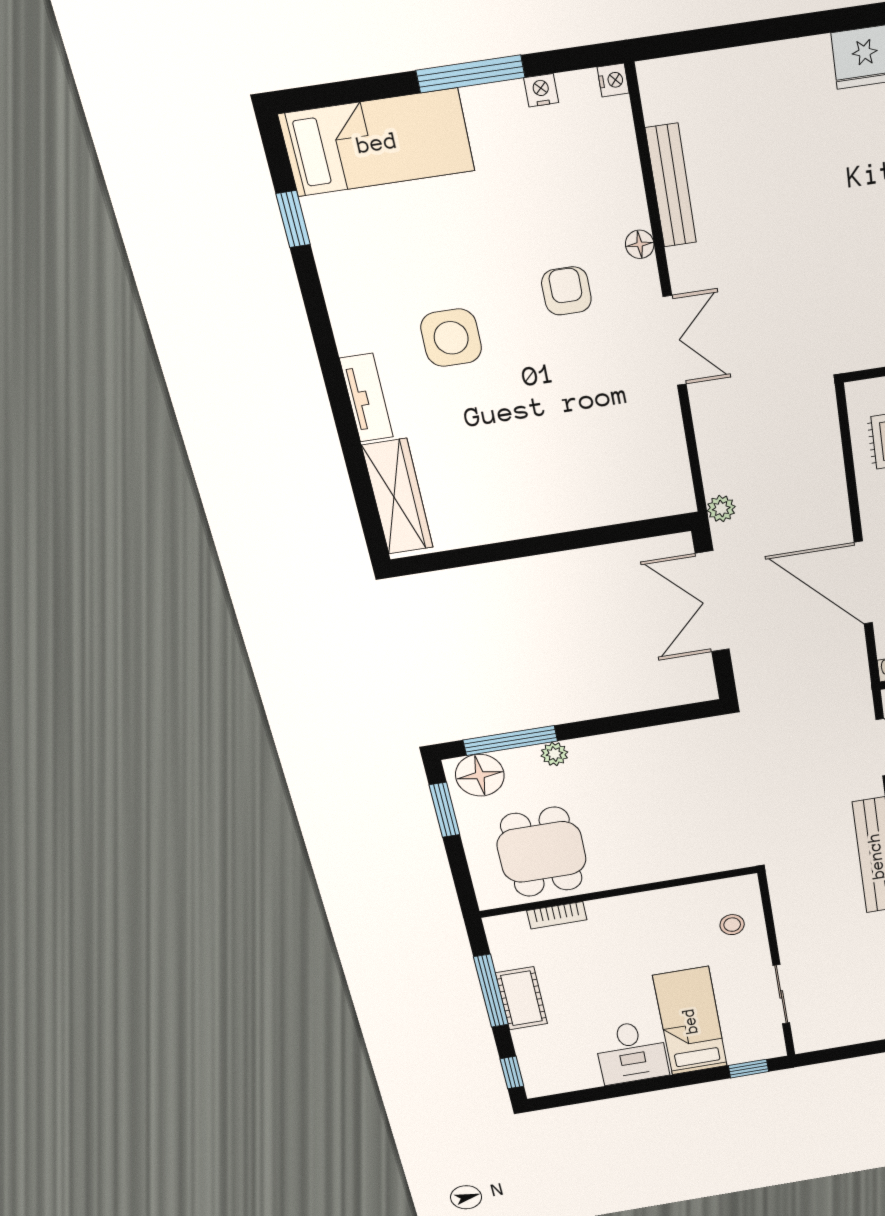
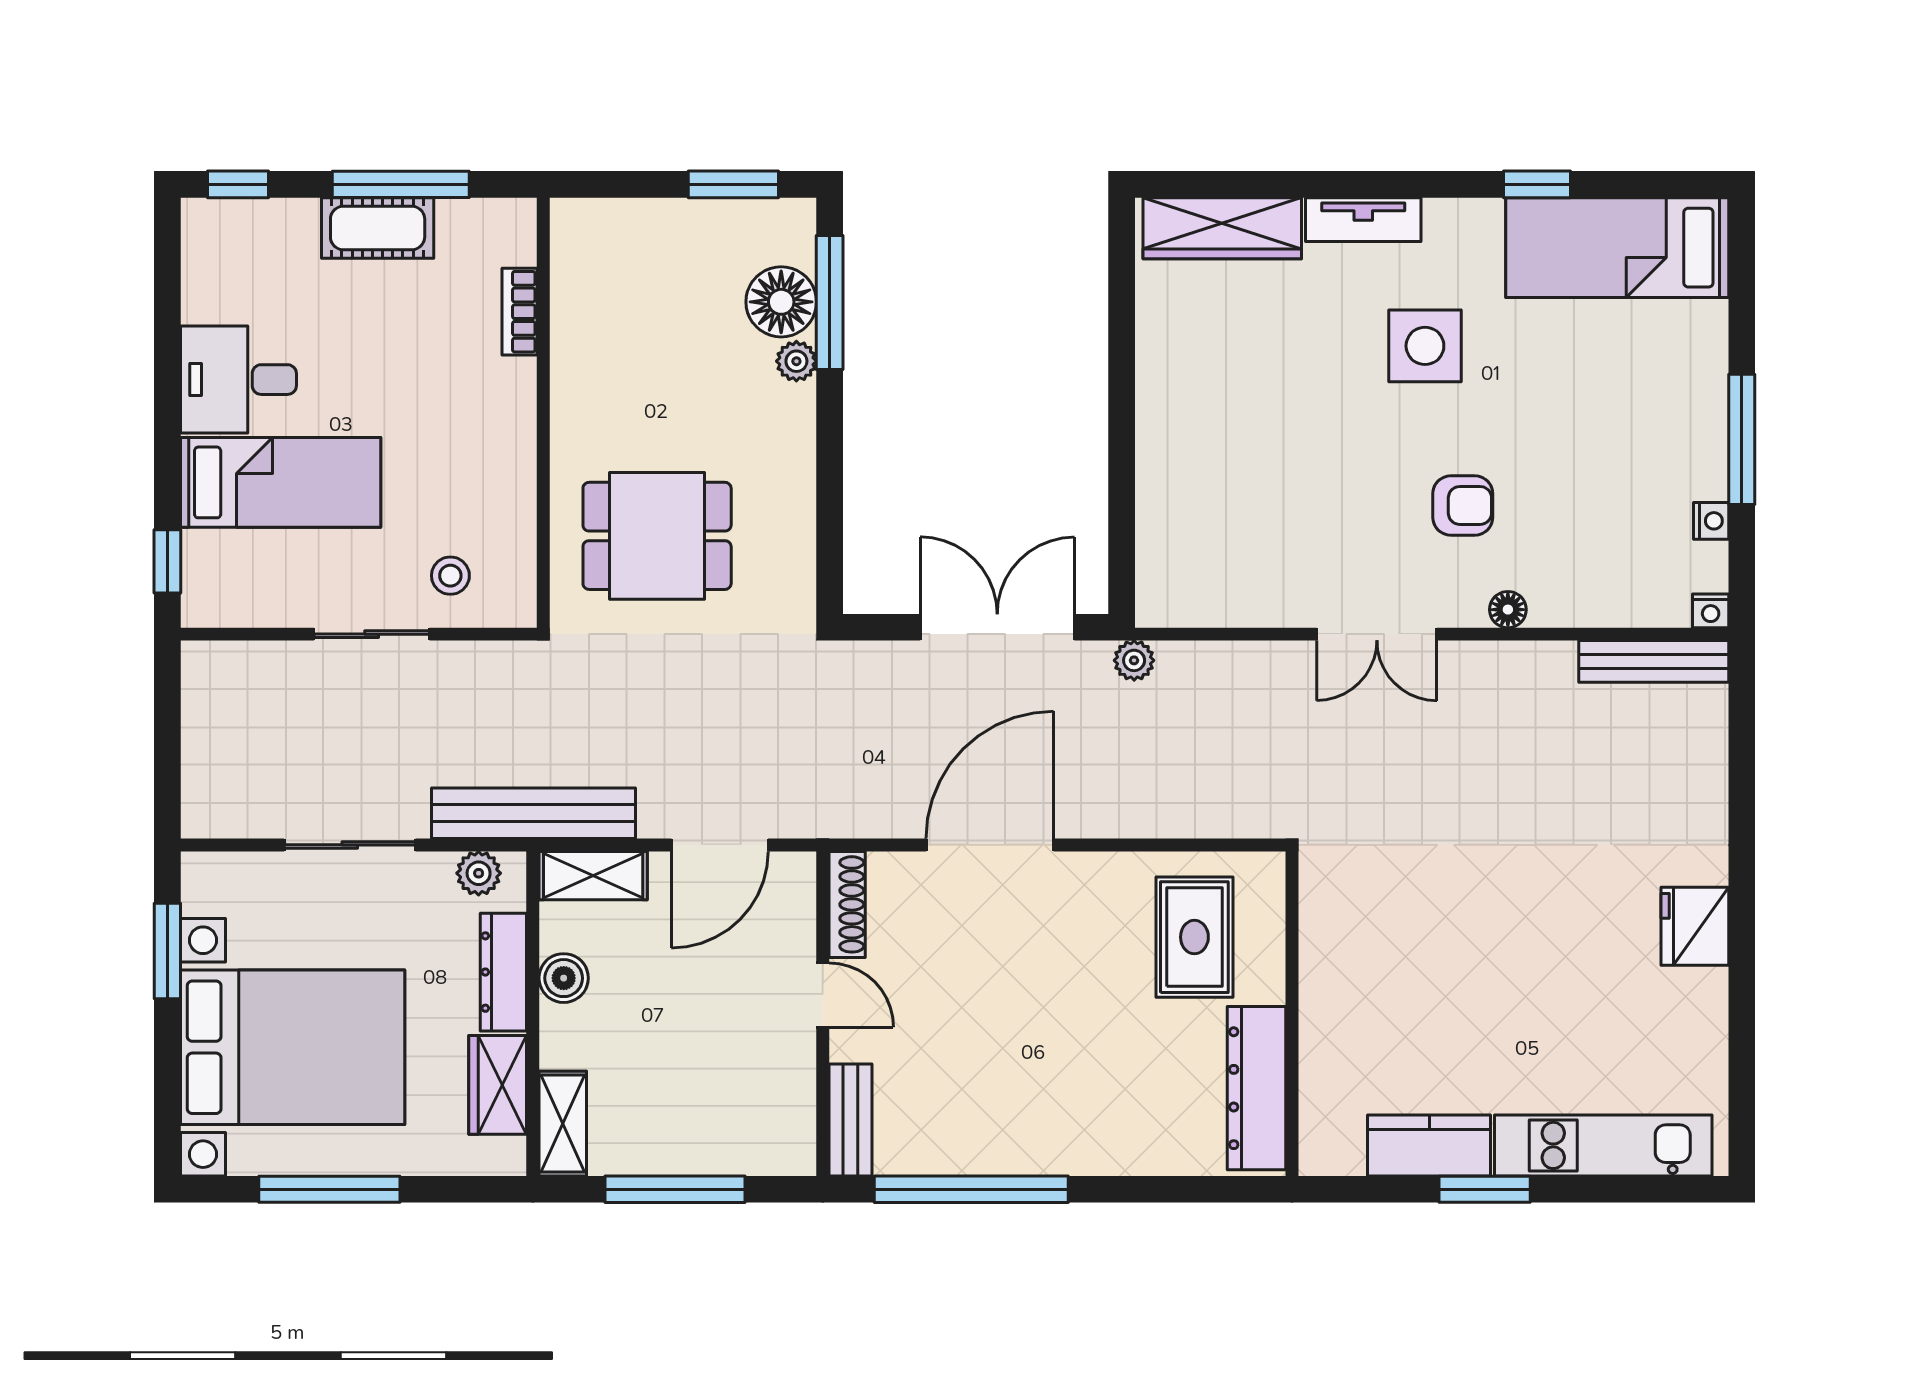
bed: (377, 143) -> (1617, 248), moved, turned 90
bench: (671, 186) -> (1654, 661), moved
window: (293, 219) -> (1537, 184), moved
floor lamp: (480, 775) -> (781, 302), moved
dining table: (542, 852) -> (657, 536), moved
sliding door: (781, 994) -> (372, 634), moved

